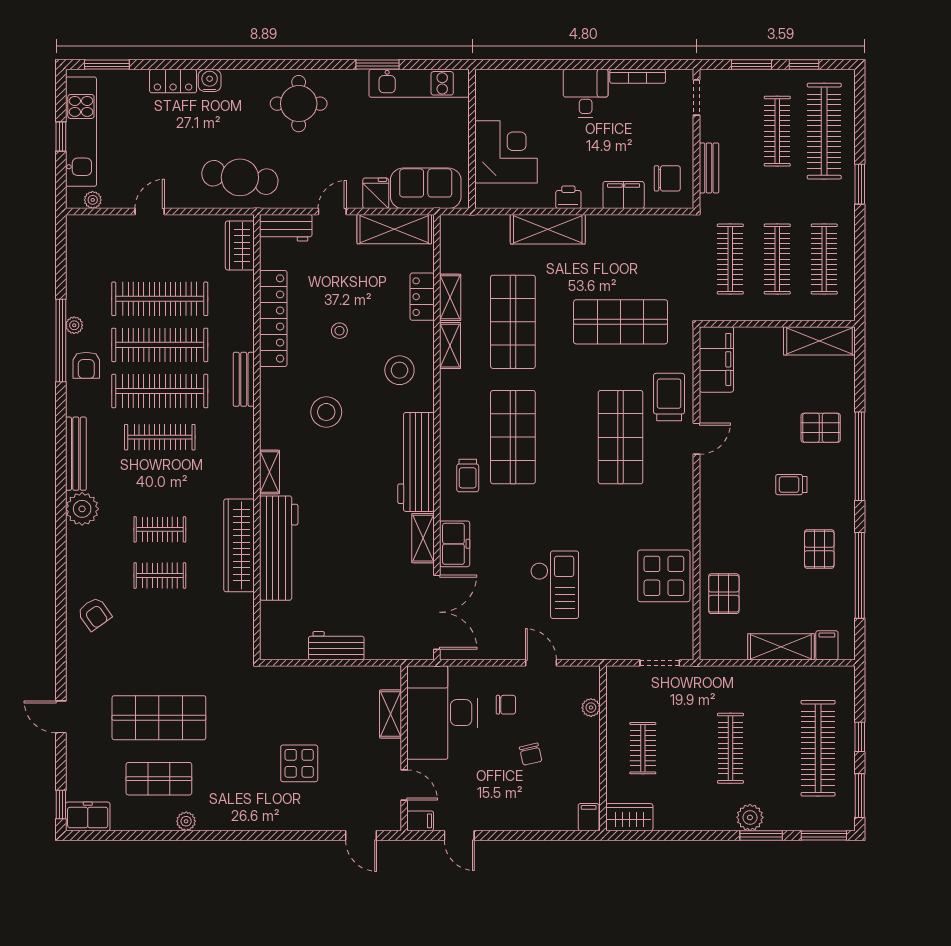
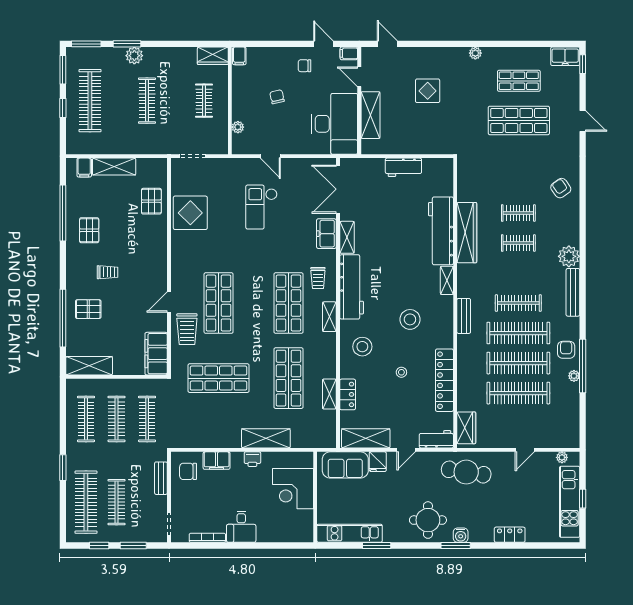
window: (107, 65) -> (456, 545), moved
water cooler: (210, 80) -> (461, 535), moved
shelving: (450, 346) -> (329, 317), moved
bench: (244, 379) -> (464, 316), moved
window: (860, 456) -> (63, 318), moved
trolley: (468, 476) -> (318, 278), turned 180
chair: (506, 705) -> (304, 66), moved
shelving: (391, 714) -> (370, 115), width x1.50, depth x1.33
plant: (186, 821) -> (475, 53), moved

